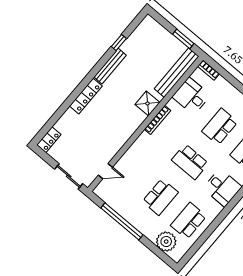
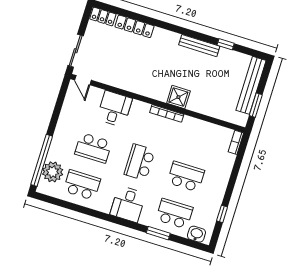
bench: (177, 73) -> (251, 85), moved, turned 90
locker: (86, 96) -> (134, 26), moved
desk: (191, 96) -> (114, 109), moved
door: (105, 171) -> (83, 80), moved
window: (122, 221) -> (42, 160), moved

